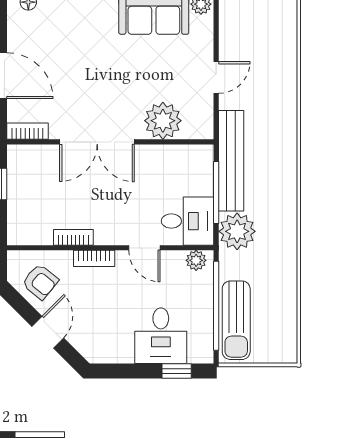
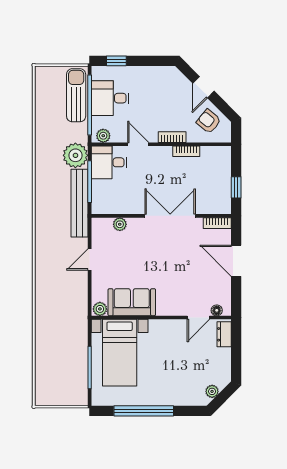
plant: (163, 121) -> (120, 224), width x0.53, depth x0.53
desk: (161, 336) -> (110, 98), moved, turned -90

